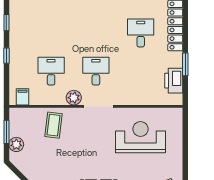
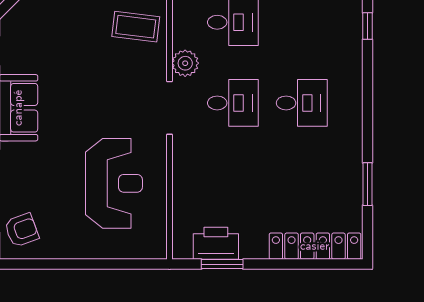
desk: (141, 33) -> (302, 103), moved
window: (185, 64) -> (222, 264), moved

